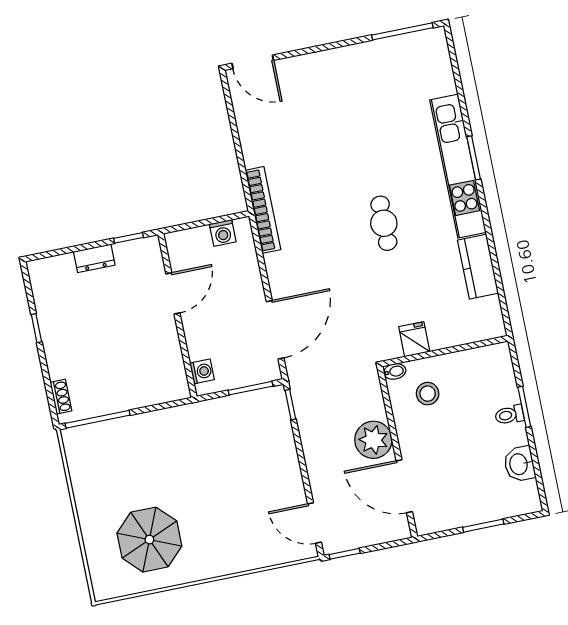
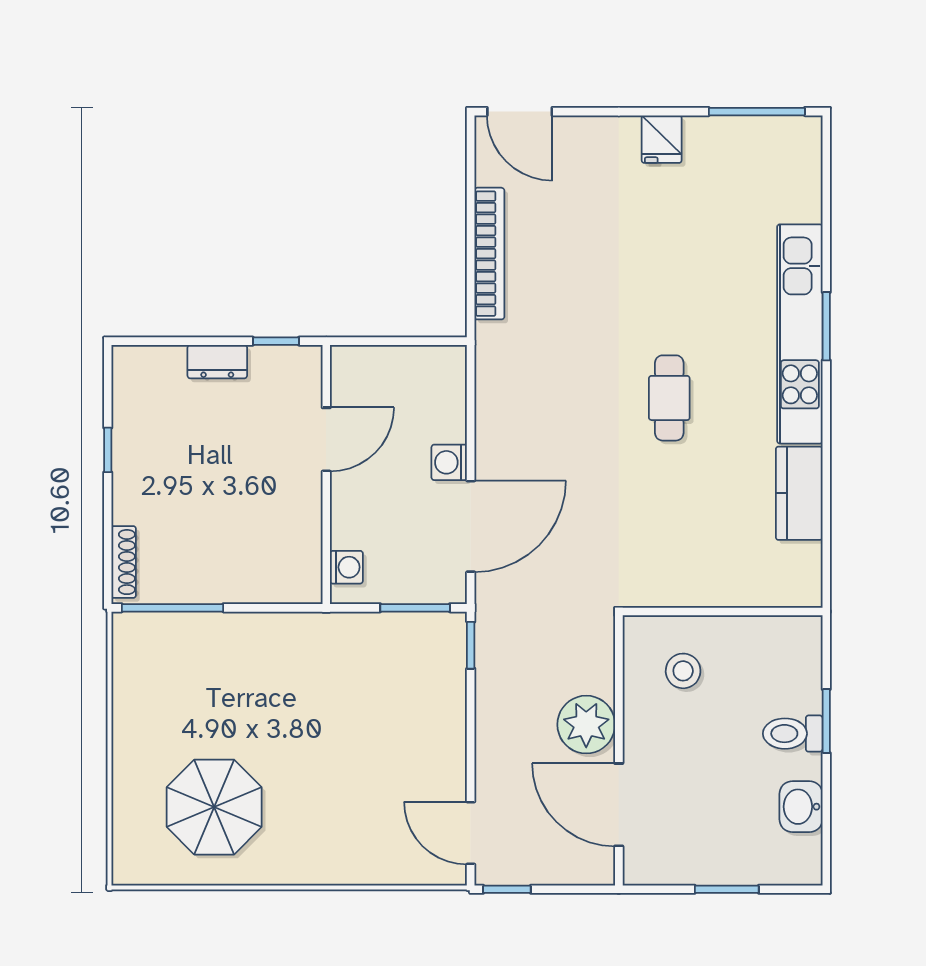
bookcase: (263, 210) -> (489, 254), moved
washing machine: (223, 233) -> (449, 462), moved, turned 90
fridge: (414, 339) -> (662, 139), moved, turned 180
bidet: (395, 371) -> (640, 627), removed
shoe rack: (61, 397) -> (124, 562), width x1.43
toilet: (509, 415) -> (793, 734), width x1.37, depth x1.39

